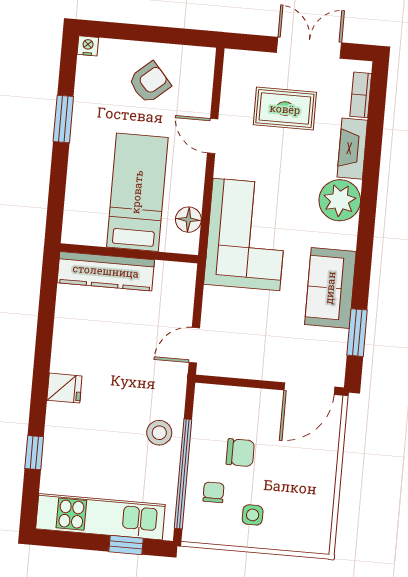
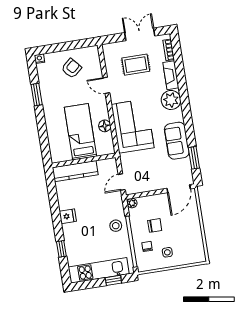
bed: (137, 192) -> (80, 132), moved
wall: (129, 253) -> (84, 160), moved
kitchen counter: (106, 271) -> (75, 171), moved
plant: (205, 394) -> (132, 203), added

